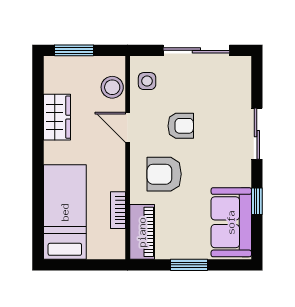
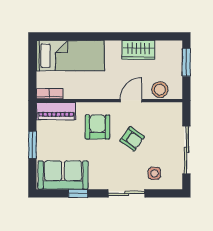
side table: (147, 81) -> (154, 173), moved
armchair: (181, 126) -> (132, 139), turned -54
bookcase: (118, 210) -> (50, 94), moved

